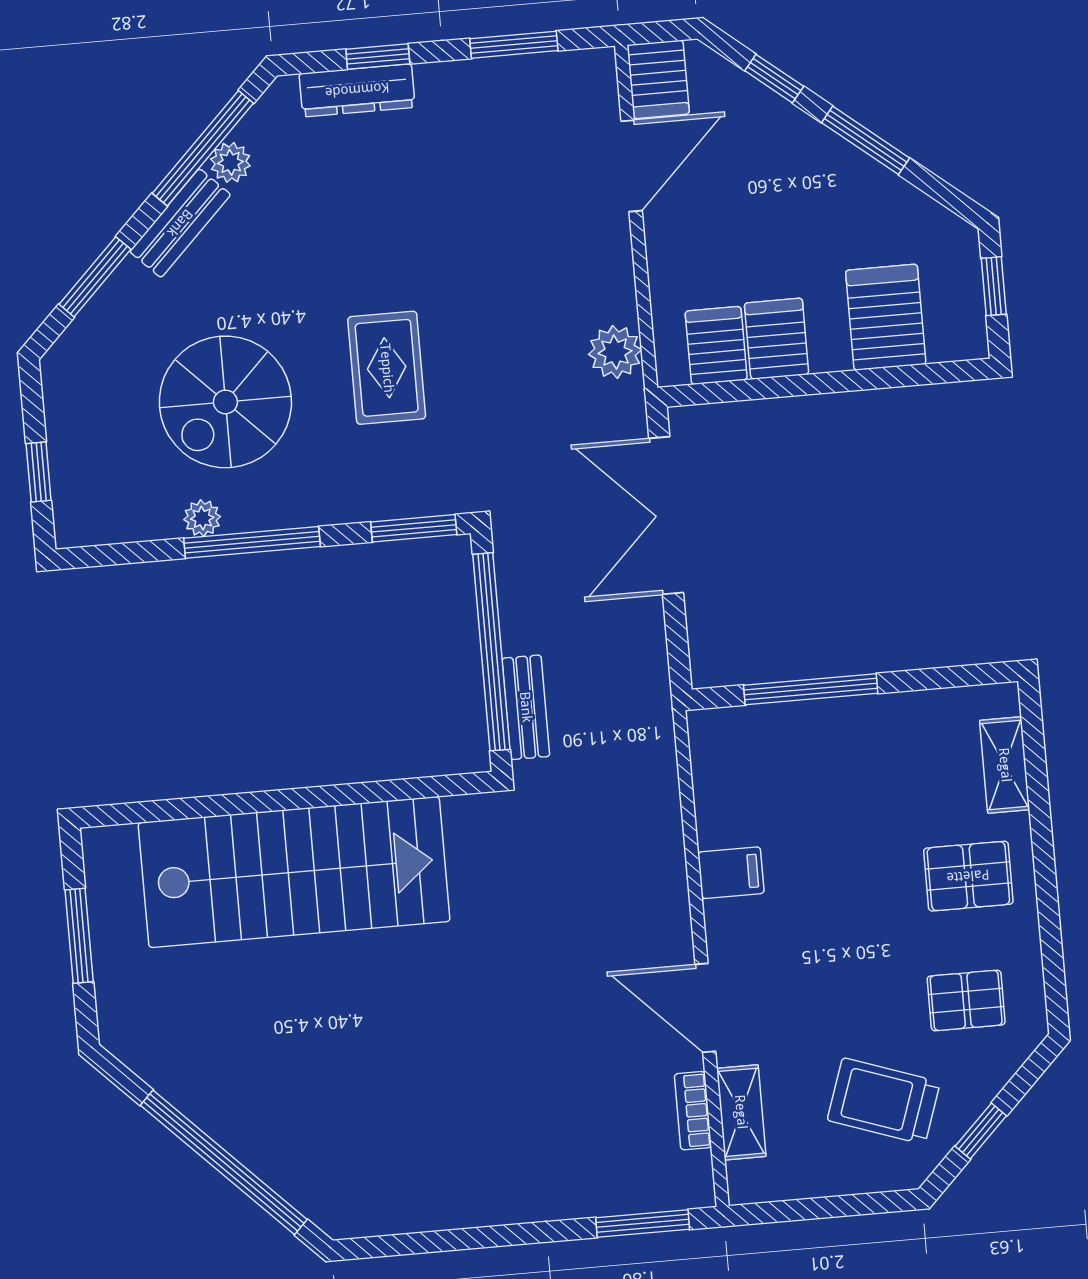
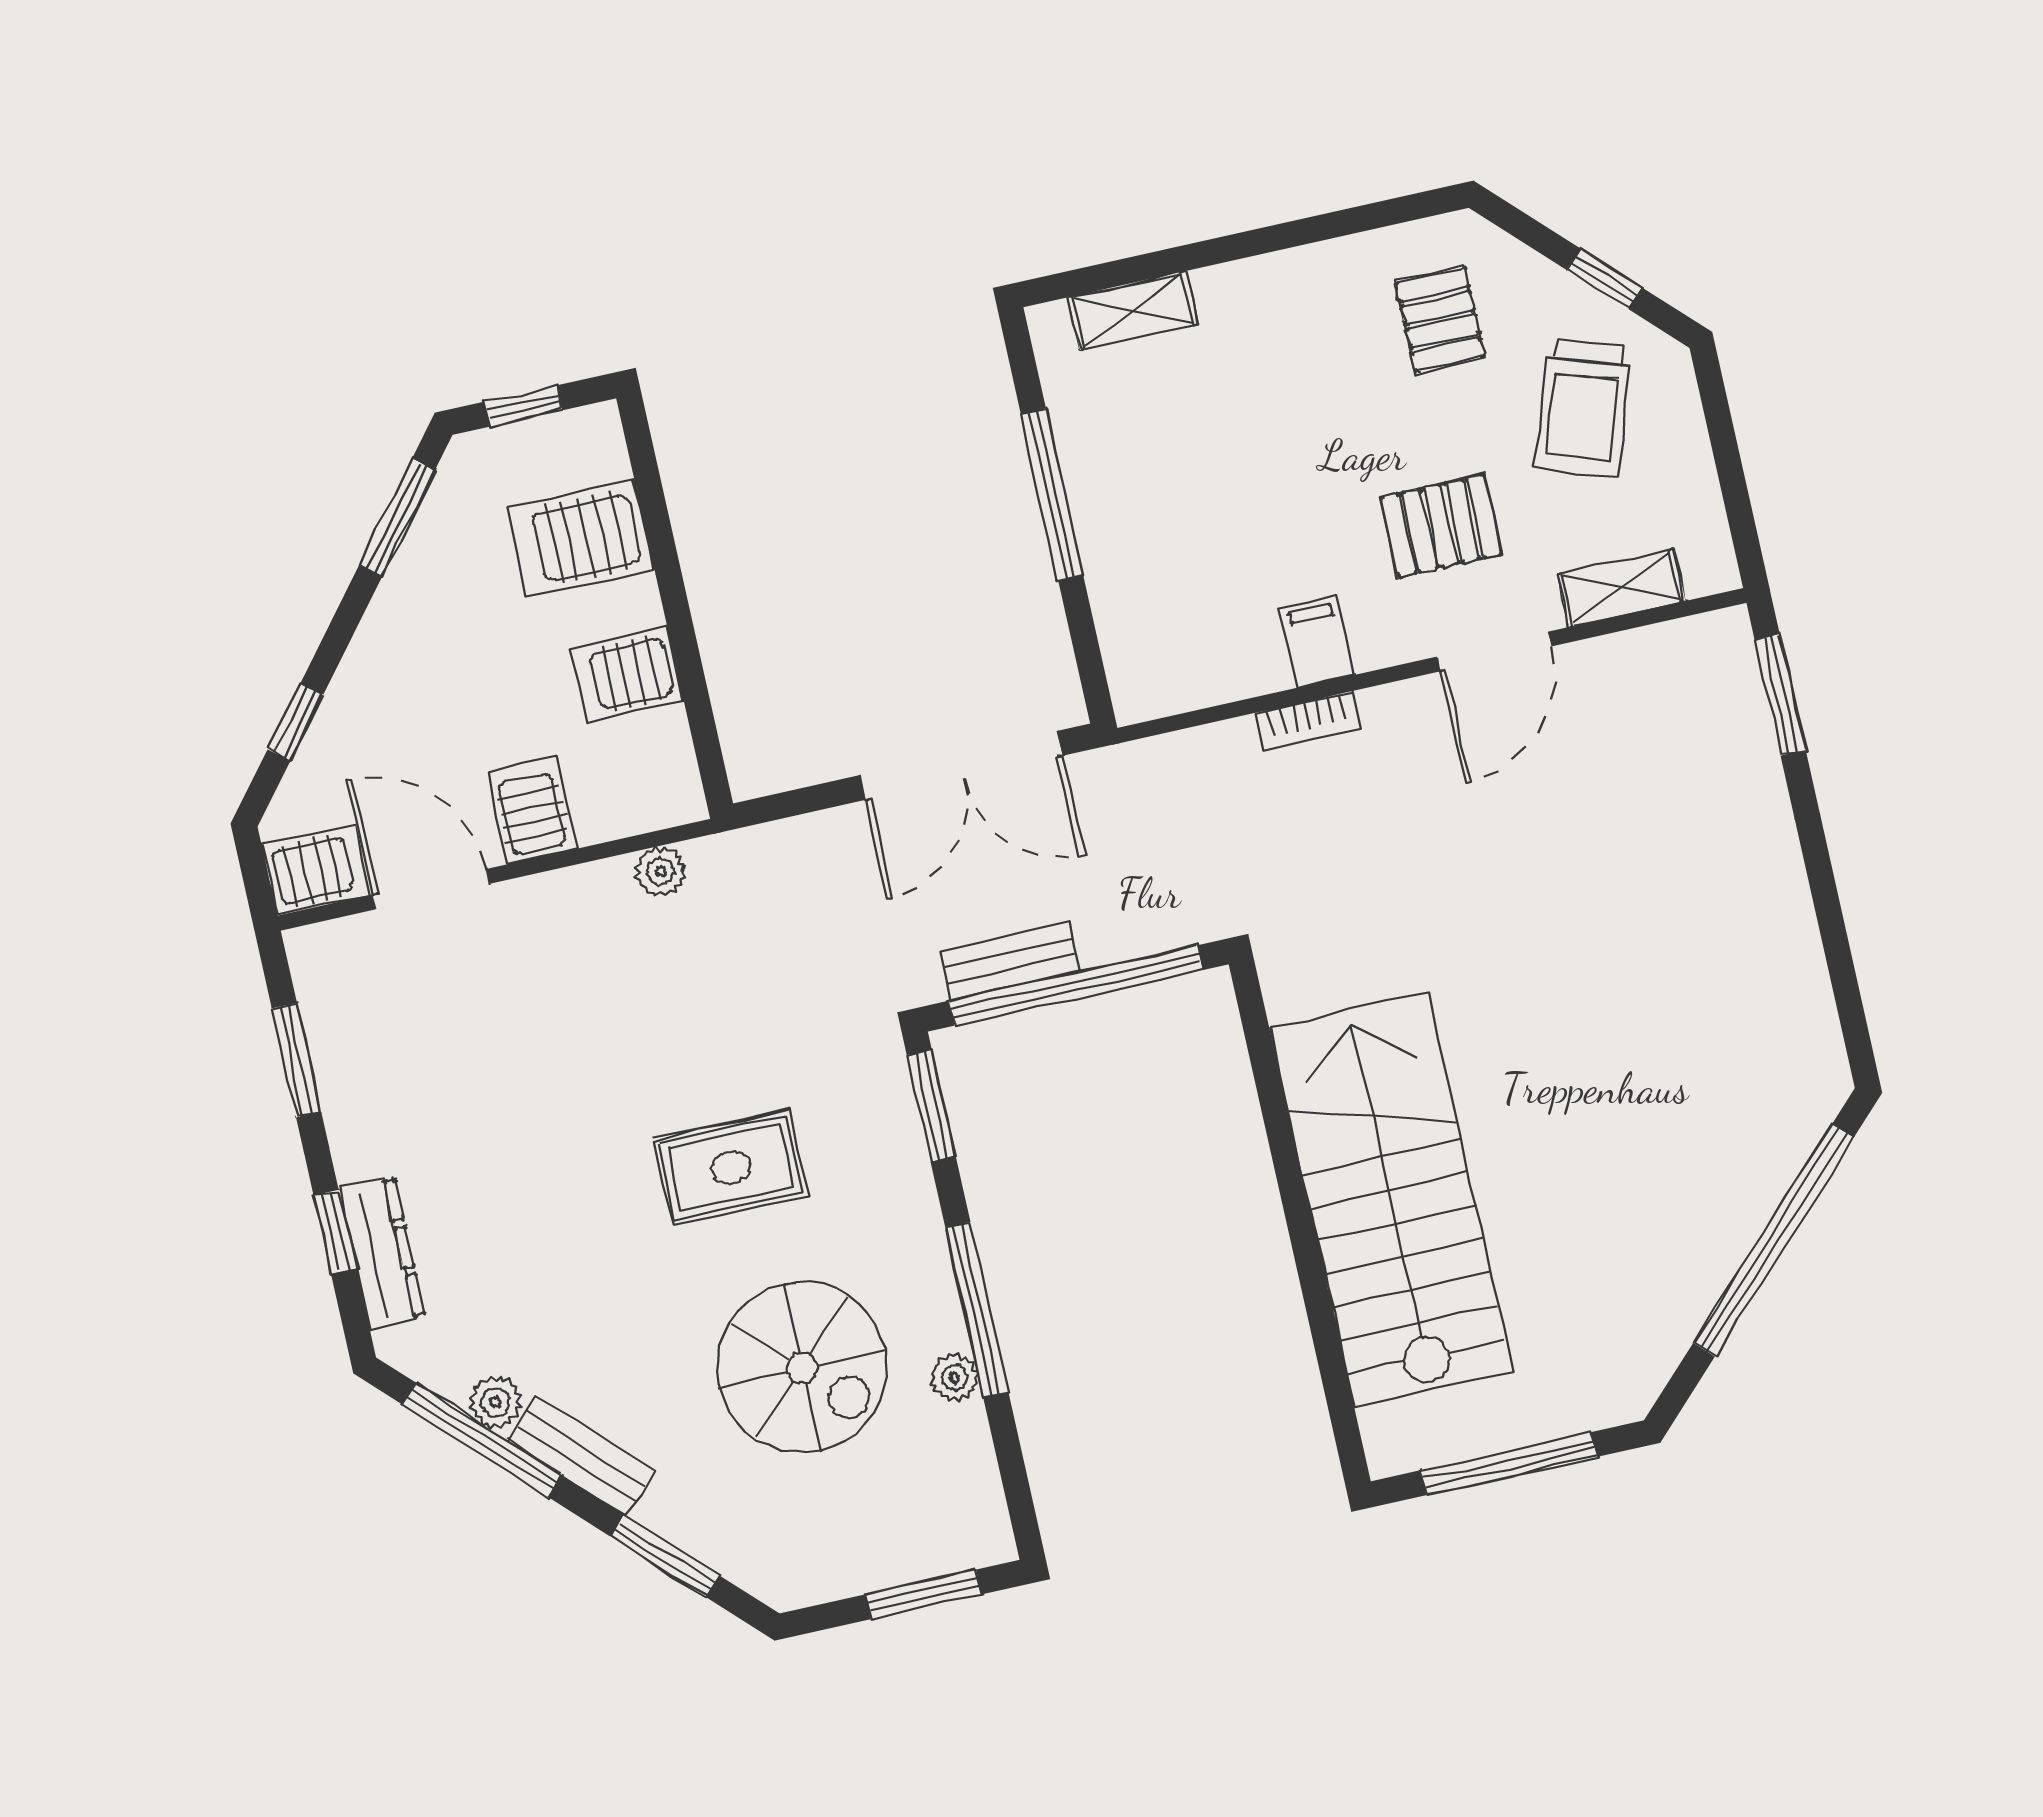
window: (866, 140) -> (397, 518), moved
server rack: (716, 345) -> (532, 810), moved, turned 90
plant: (615, 352) -> (661, 871), width x0.73, depth x0.73
window: (39, 472) -> (923, 1594), width x1.50
double door: (666, 516) -> (961, 765), moved
window: (811, 689) -> (1052, 495), moved
bench: (526, 707) -> (1010, 961), moved
pallet: (968, 876) -> (1441, 526), moved, turned 90
window: (79, 936) -> (1509, 1464), width x1.44
bookcase: (693, 1111) -> (1308, 721), moved

